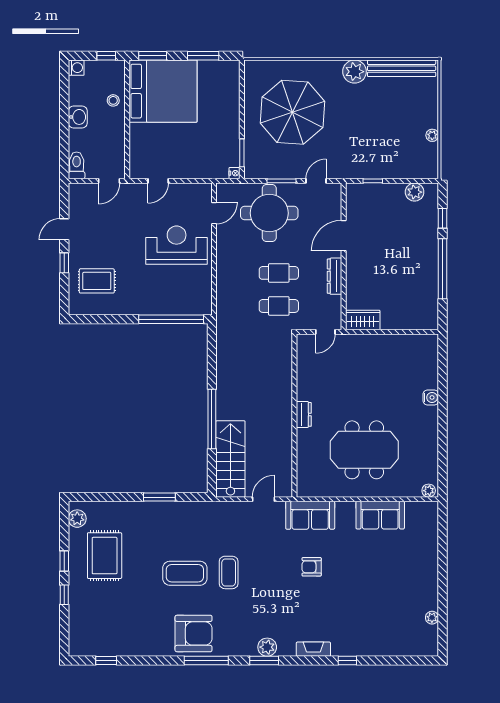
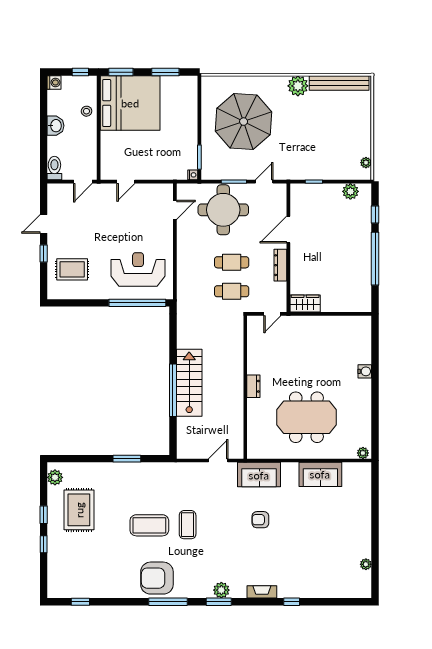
plant: (432, 135) -> (366, 163), moved
reception desk: (177, 245) -> (138, 269), moved
stairs: (230, 459) -> (189, 383), moved
armchair: (194, 633) -> (157, 578), turned 180

